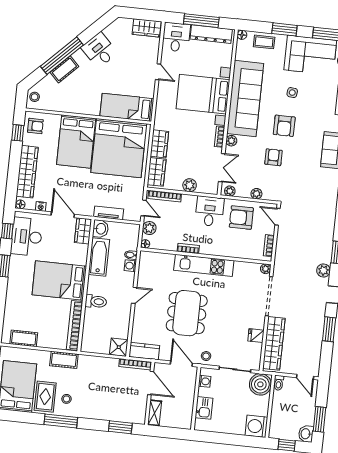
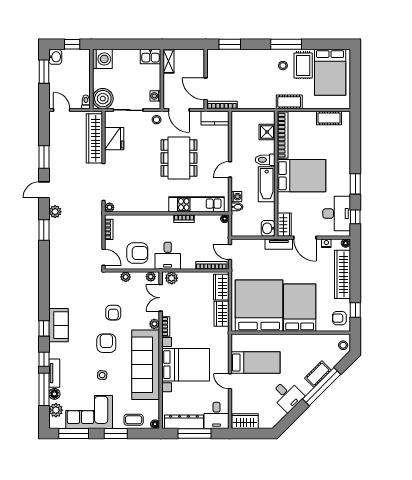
bed: (127, 107) -> (256, 363), moved
plant: (190, 185) -> (172, 278), moved
tv unit: (109, 213) -> (279, 244), moved
plant: (149, 228) -> (222, 234), removed
bathtub: (99, 257) -> (267, 184), moved
kitchen unit: (204, 265) -> (196, 204), moved
fridge: (256, 336) -> (114, 139), width x1.88, depth x1.34
shower: (119, 347) -> (267, 132), moved
kitchen sink: (204, 408) -> (151, 57), moved, turned -90
shelving: (155, 413) -> (168, 61), moved

